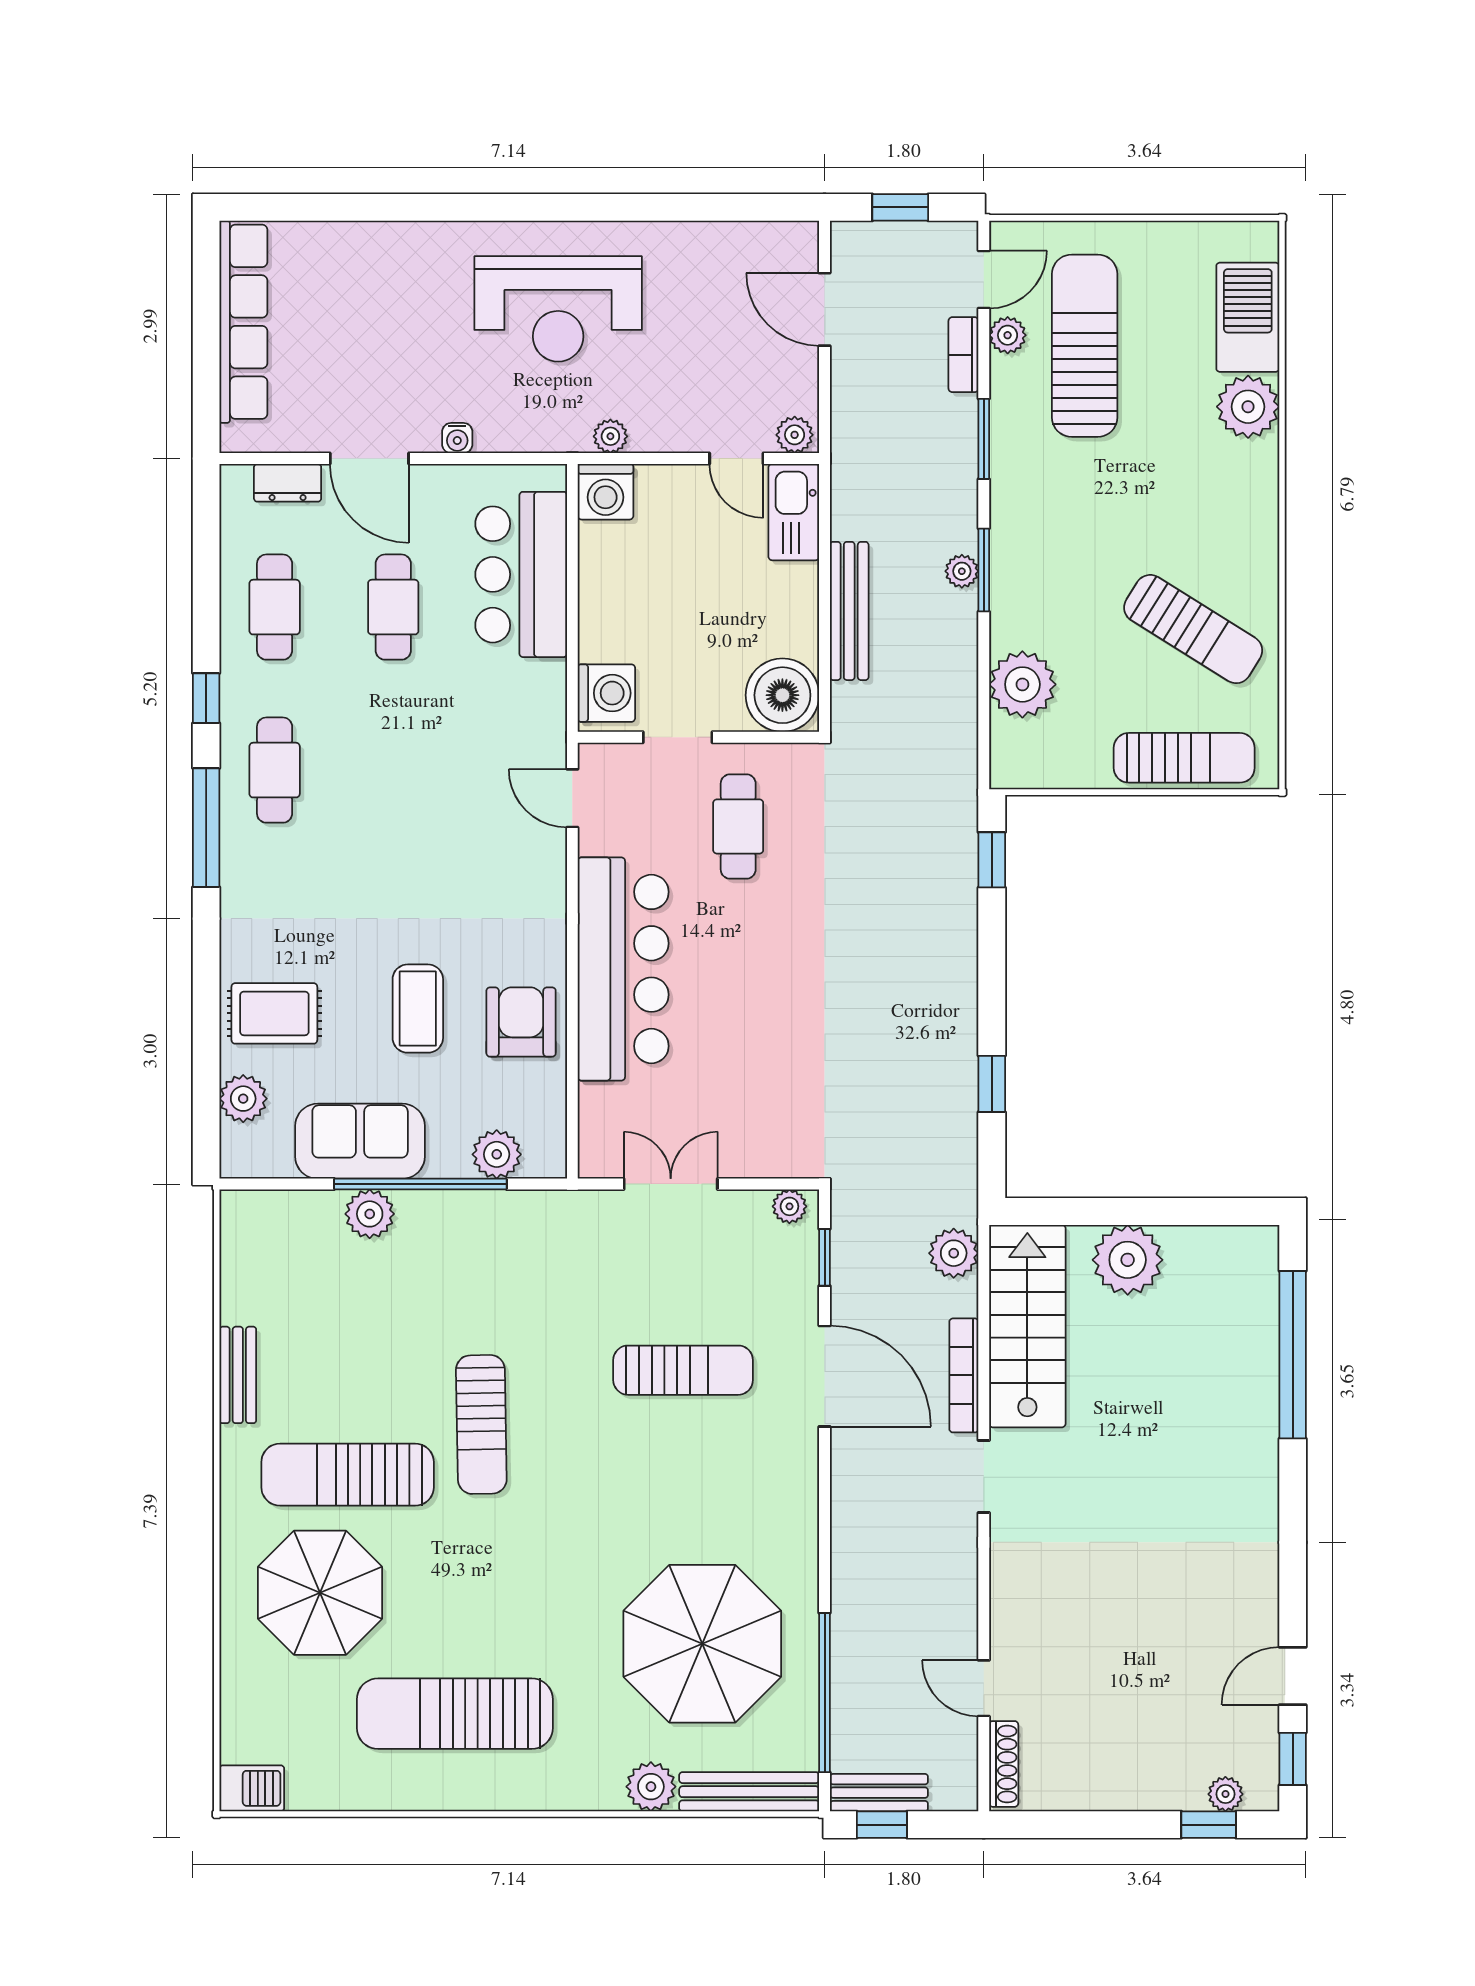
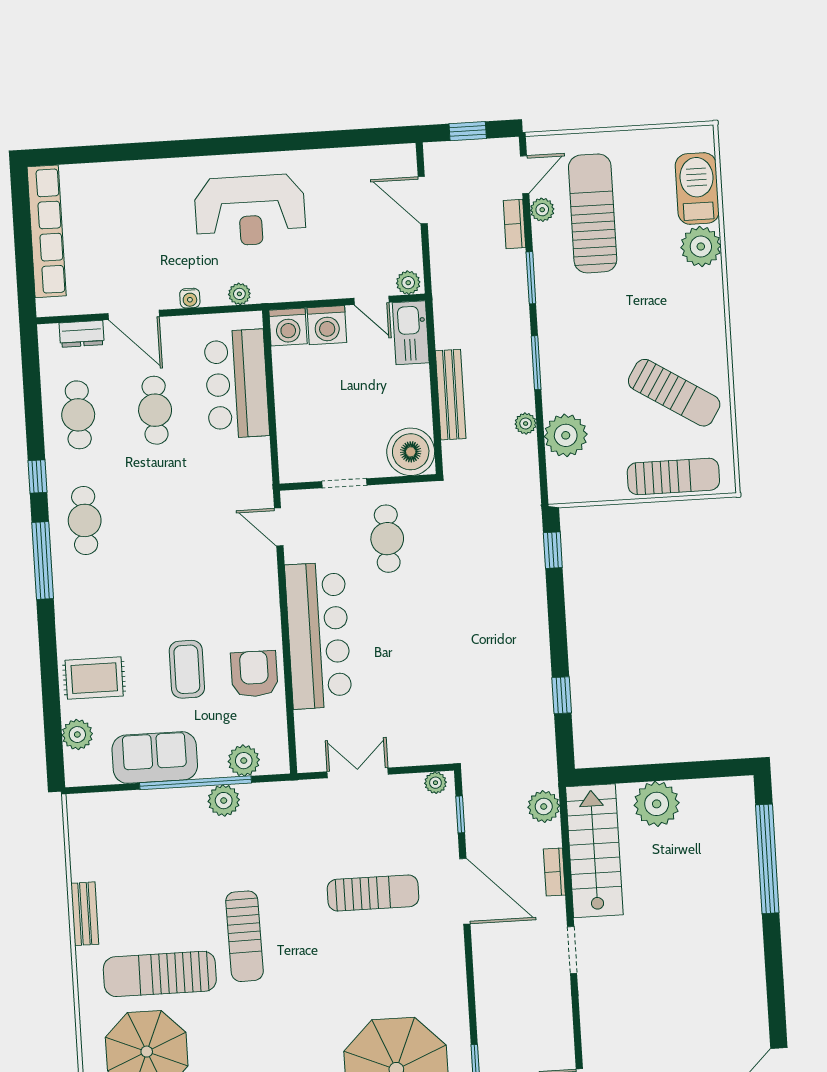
plant: (610, 436) -> (239, 294), moved
plant: (962, 571) -> (526, 424), moved
washing machine: (606, 693) -> (327, 325), moved, turned 90
plant: (370, 1214) -> (224, 801), moved
bookcase: (964, 1375) -> (554, 872), width x0.64

